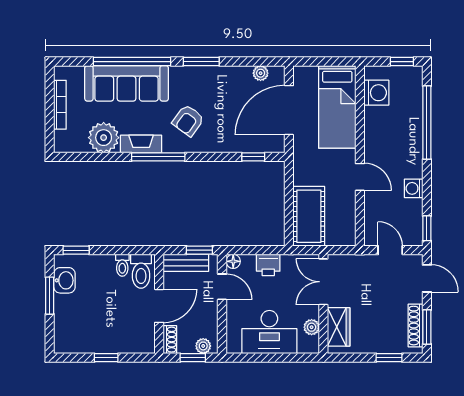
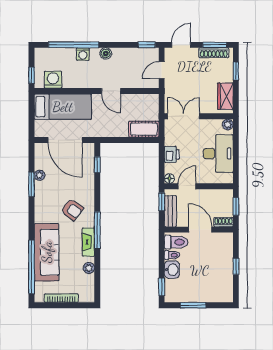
window: (132, 62) -> (31, 267), moved
window: (201, 62) -> (31, 184), moved
window: (402, 62) -> (31, 75), moved
plant: (261, 73) -> (40, 175), moved
plant: (104, 138) -> (89, 268), width x0.53, depth x0.53
boiler: (414, 169) -> (106, 53), added
door: (360, 177) -> (111, 91), swing flipped
washing machine: (414, 188) -> (83, 54), moved
cot: (309, 216) -> (144, 129), width x0.73, depth x0.75
washbasin: (64, 280) -> (172, 270), moved, turned 90
double door: (323, 282) -> (184, 116), swing flipped
plant: (312, 327) -> (228, 124), moved
wardrobe: (339, 327) -> (225, 96), moved, turned -90
plant: (203, 346) -> (228, 199), removed

